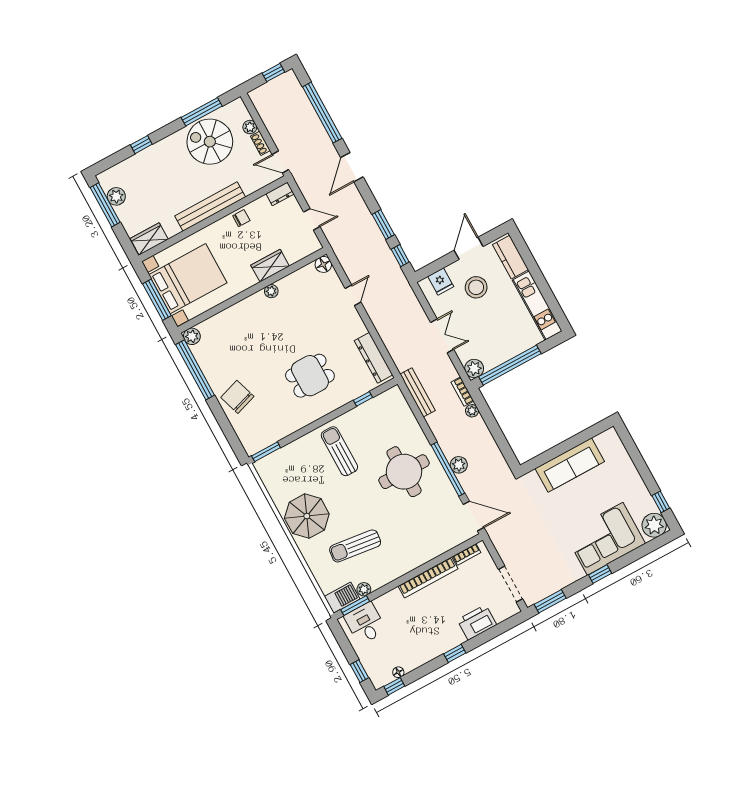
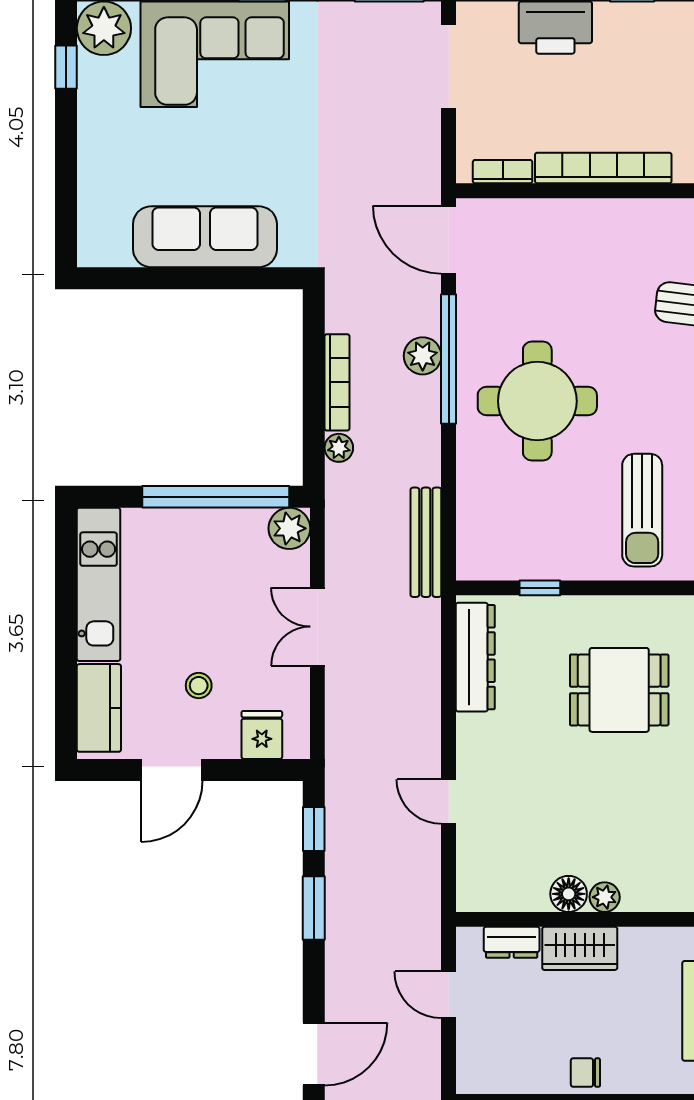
dresser: (280, 194) -> (512, 942), moved, turned 180
floor lamp: (323, 264) -> (569, 894), moved
stool: (476, 287) -> (199, 686), width x0.53, depth x0.53
door: (353, 295) -> (449, 802), hinge flipped
bookcase: (462, 392) -> (337, 382), moved, width x1.56

